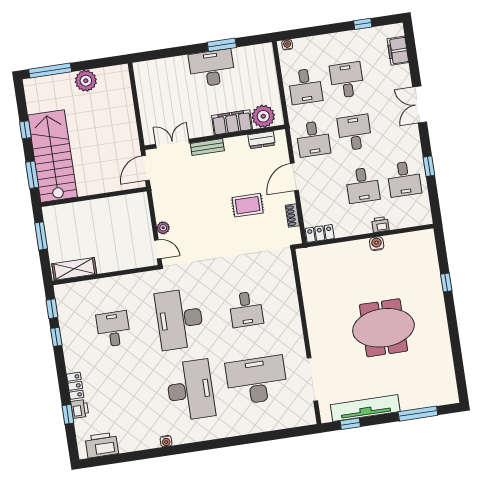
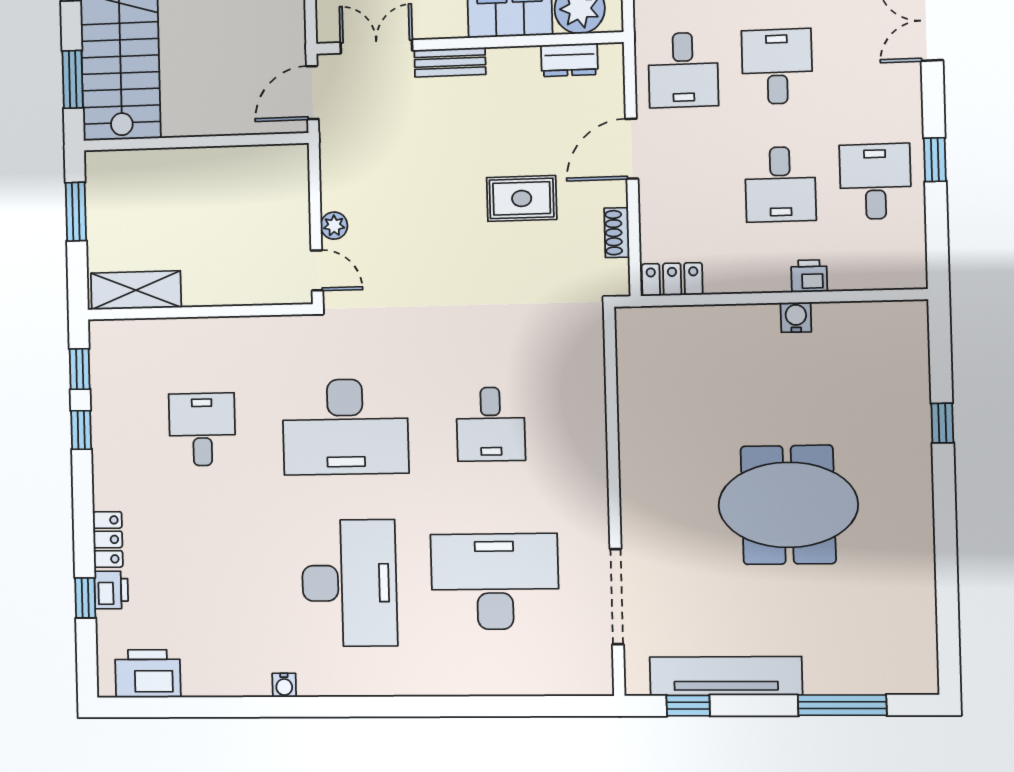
desk: (404, 179) -> (875, 181), turned 180
desk: (180, 319) -> (345, 427), turned -90

